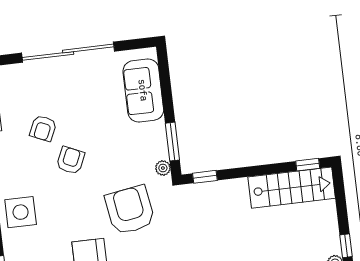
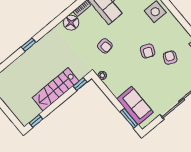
window: (172, 142) -> (129, 118), moved
stairs: (292, 188) -> (56, 89), moved
armchair: (130, 210) -> (105, 46), width x0.53, depth x0.53

